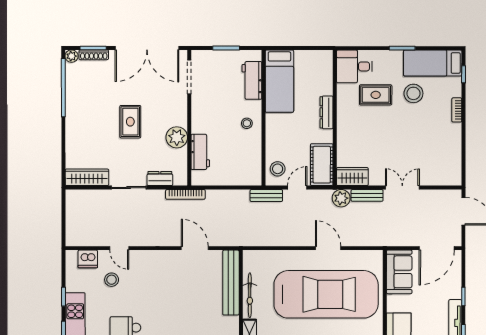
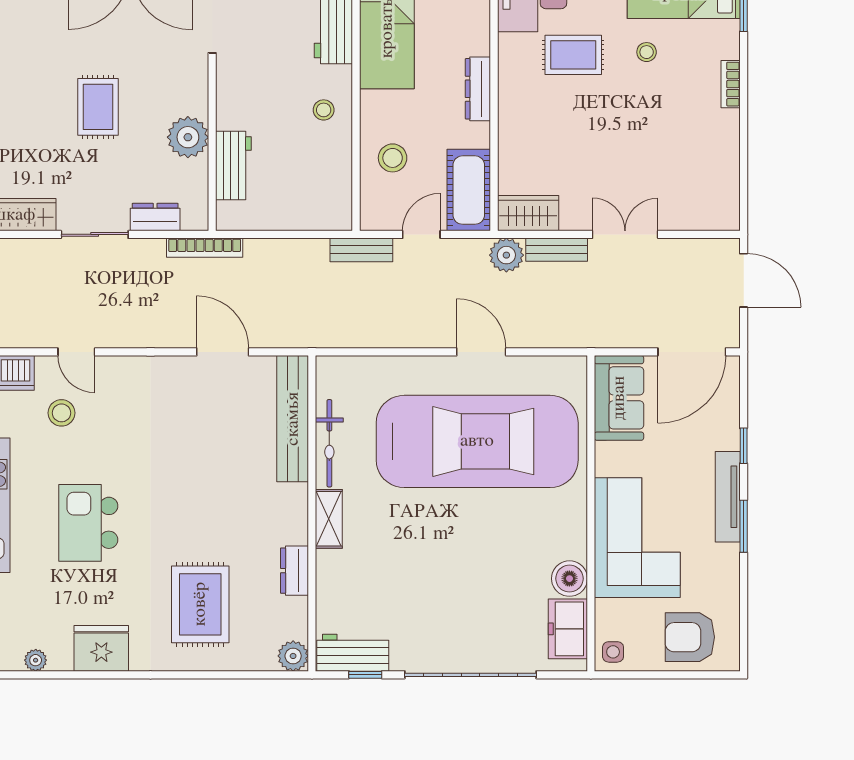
stool: (413, 93) -> (647, 52), width x0.53, depth x0.53
stool: (278, 169) -> (393, 158), moved

